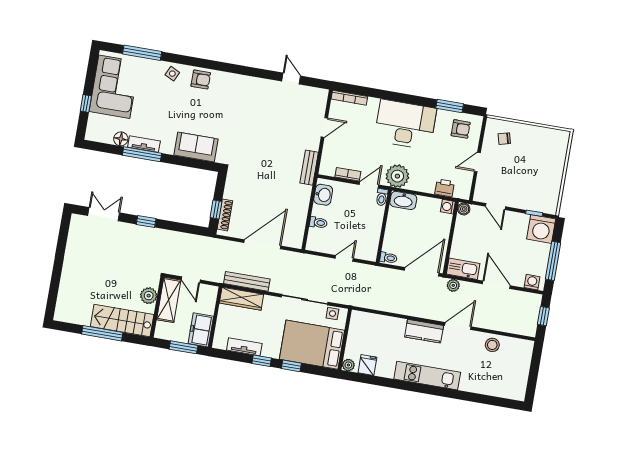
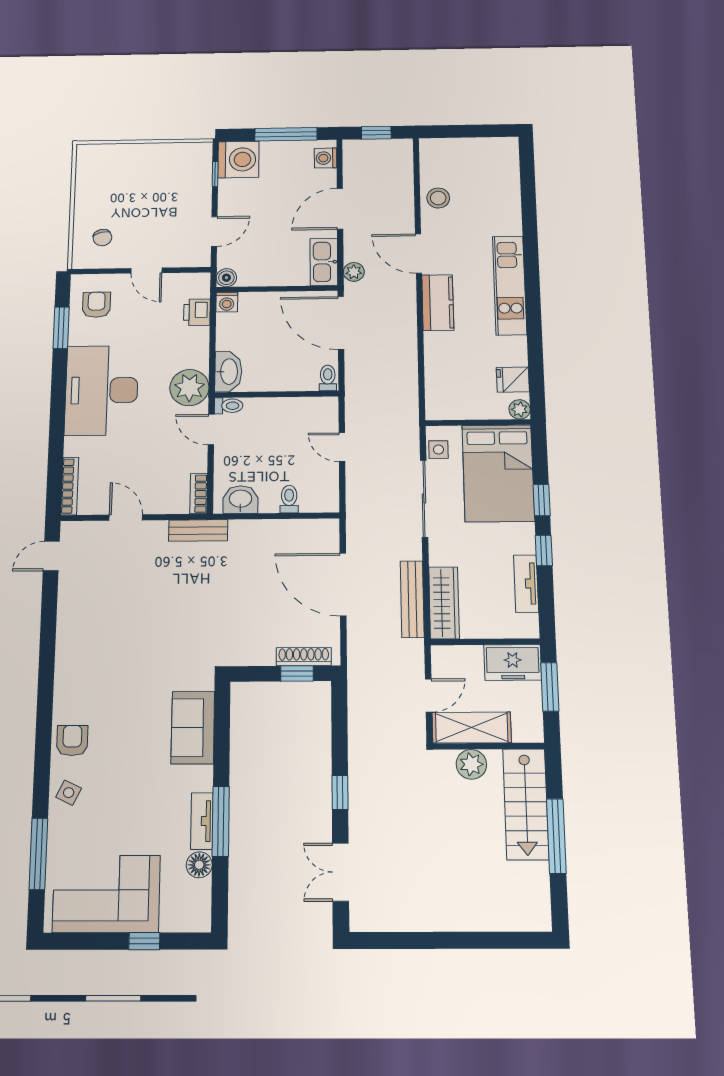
door: (291, 79) -> (51, 556), moved
bookcase: (348, 174) -> (199, 494), moved

